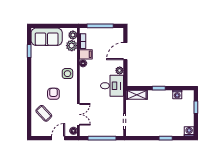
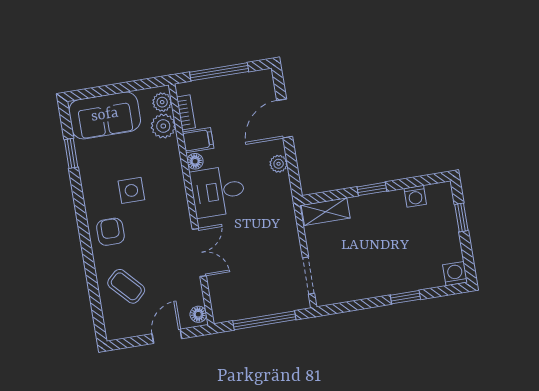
side table: (67, 74) -> (131, 190), moved
desk: (112, 86) -> (218, 191), moved, turned 180
armchair: (53, 94) -> (110, 232), moved
double door: (78, 114) -> (199, 253), moved

